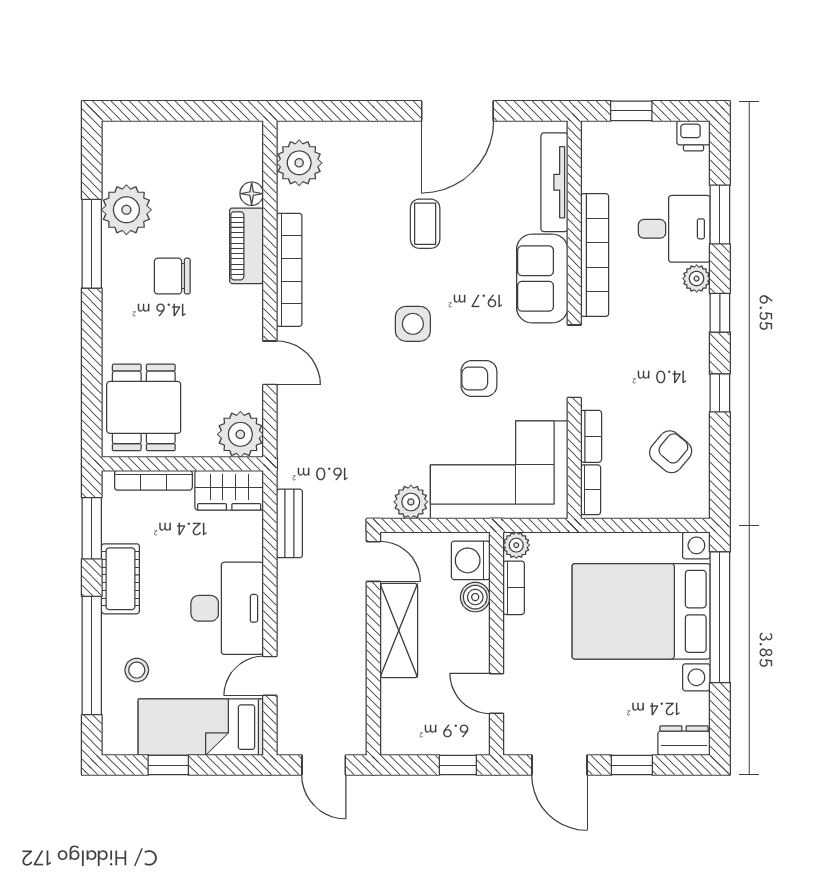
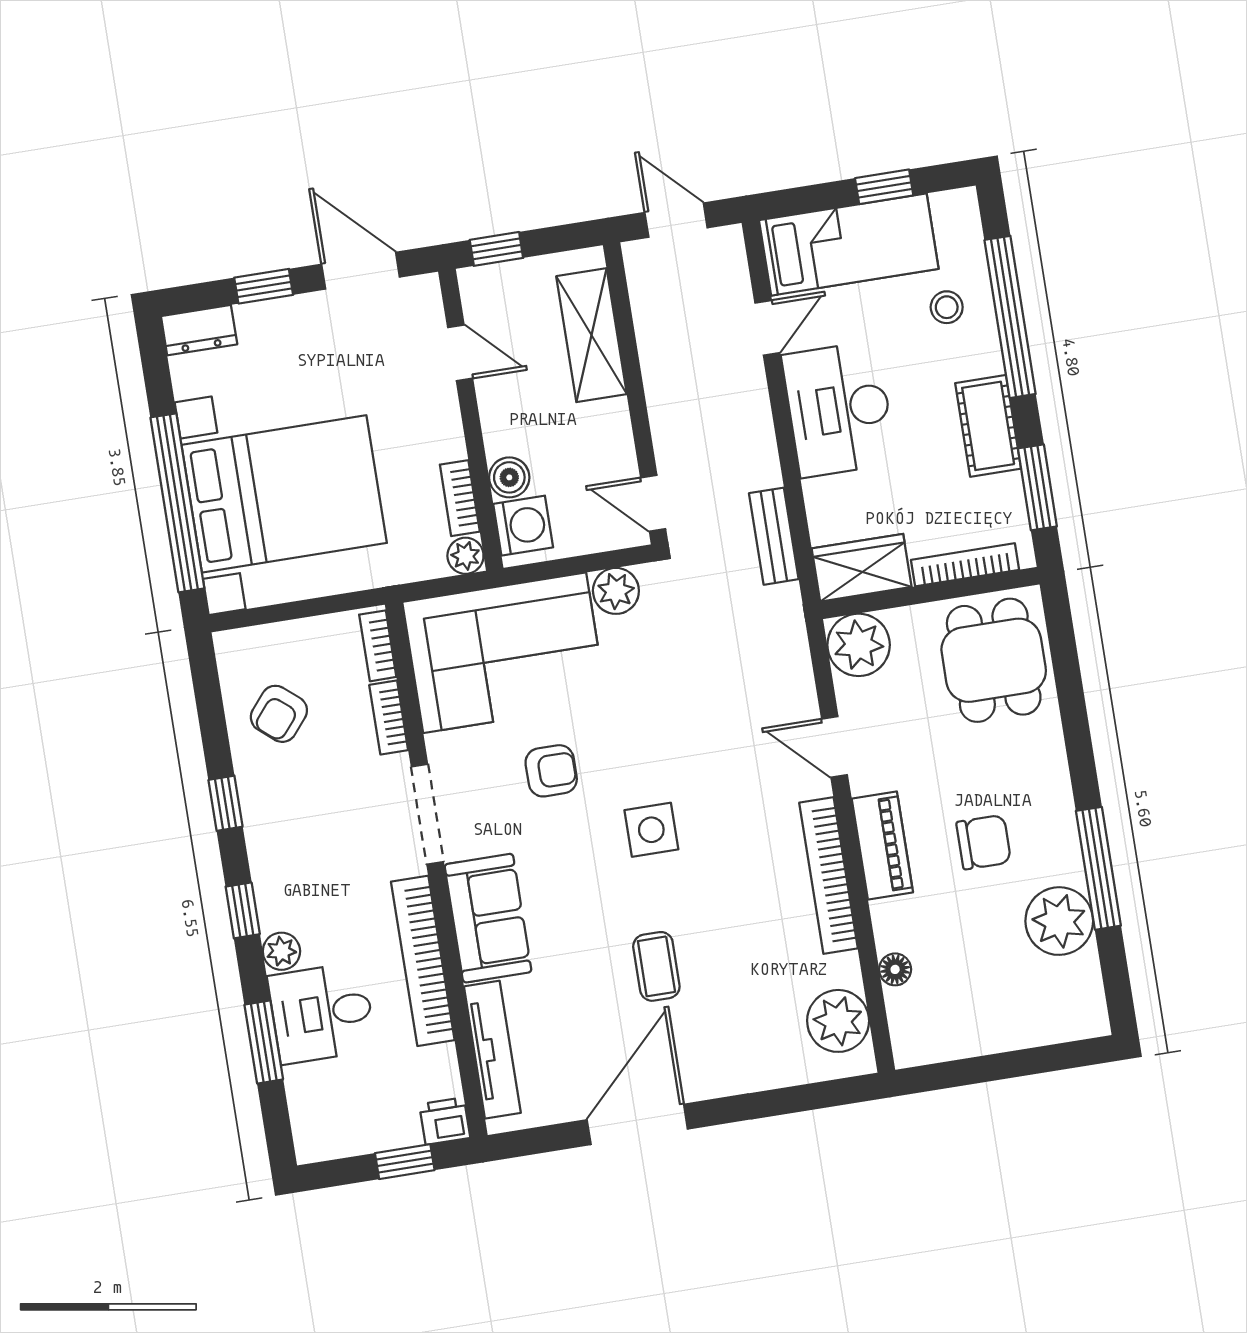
printer: (694, 136) -> (445, 1121), moved
piano: (246, 246) -> (882, 846), moved
shelving: (399, 631) -> (591, 335), moved

